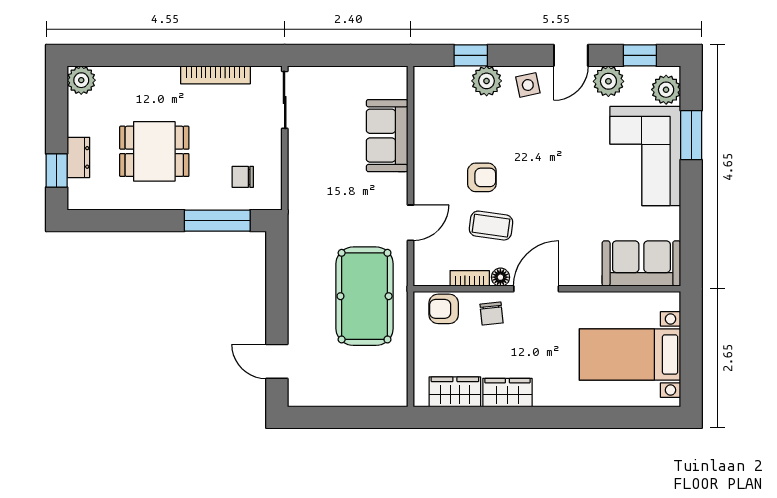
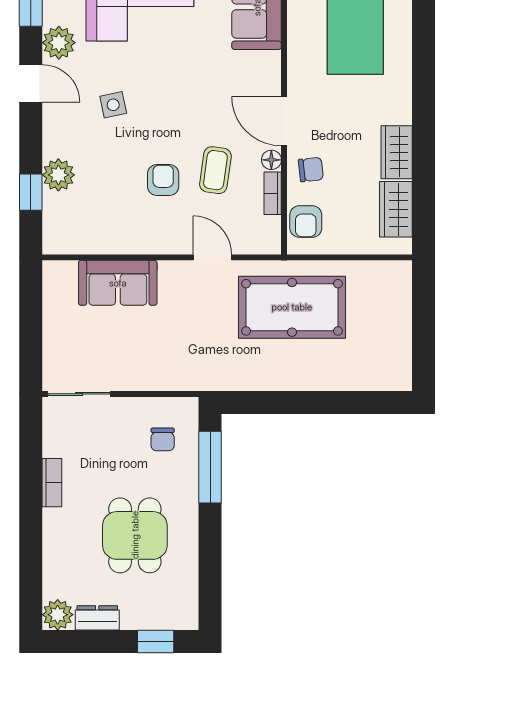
bookcase: (215, 75) -> (52, 483), width x0.64
side table: (528, 85) -> (113, 105), moved
dresser: (78, 157) -> (97, 618), moved
door: (277, 361) -> (363, 402), removed

